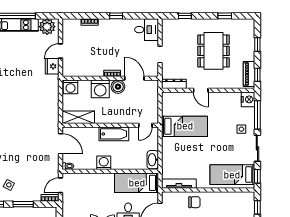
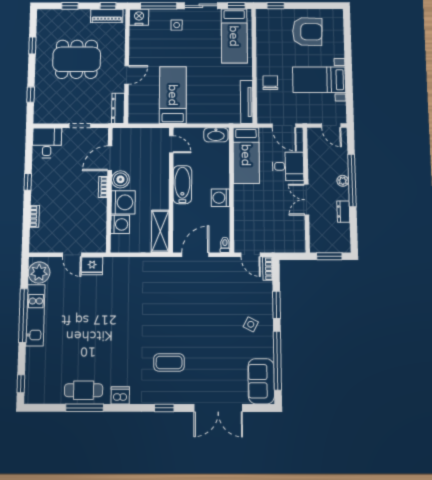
washing machine: (71, 87) -> (120, 224), moved

